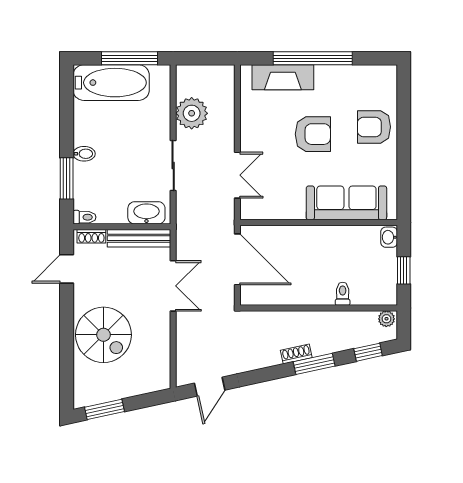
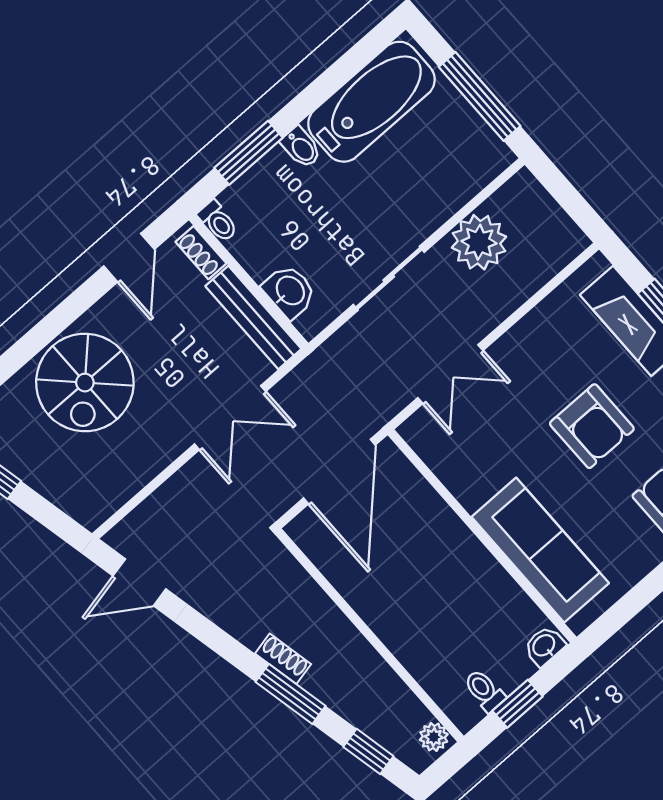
bathtub: (111, 83) -> (371, 102), moved, turned -90
washbasin: (146, 213) -> (289, 291), width x0.72
door: (67, 269) -> (129, 258), swing flipped
toilet: (343, 294) -> (484, 691), moved, turned -90

